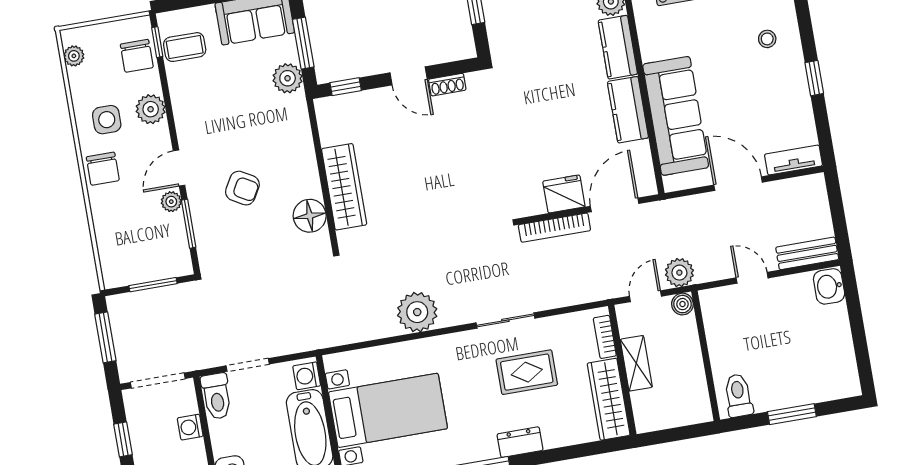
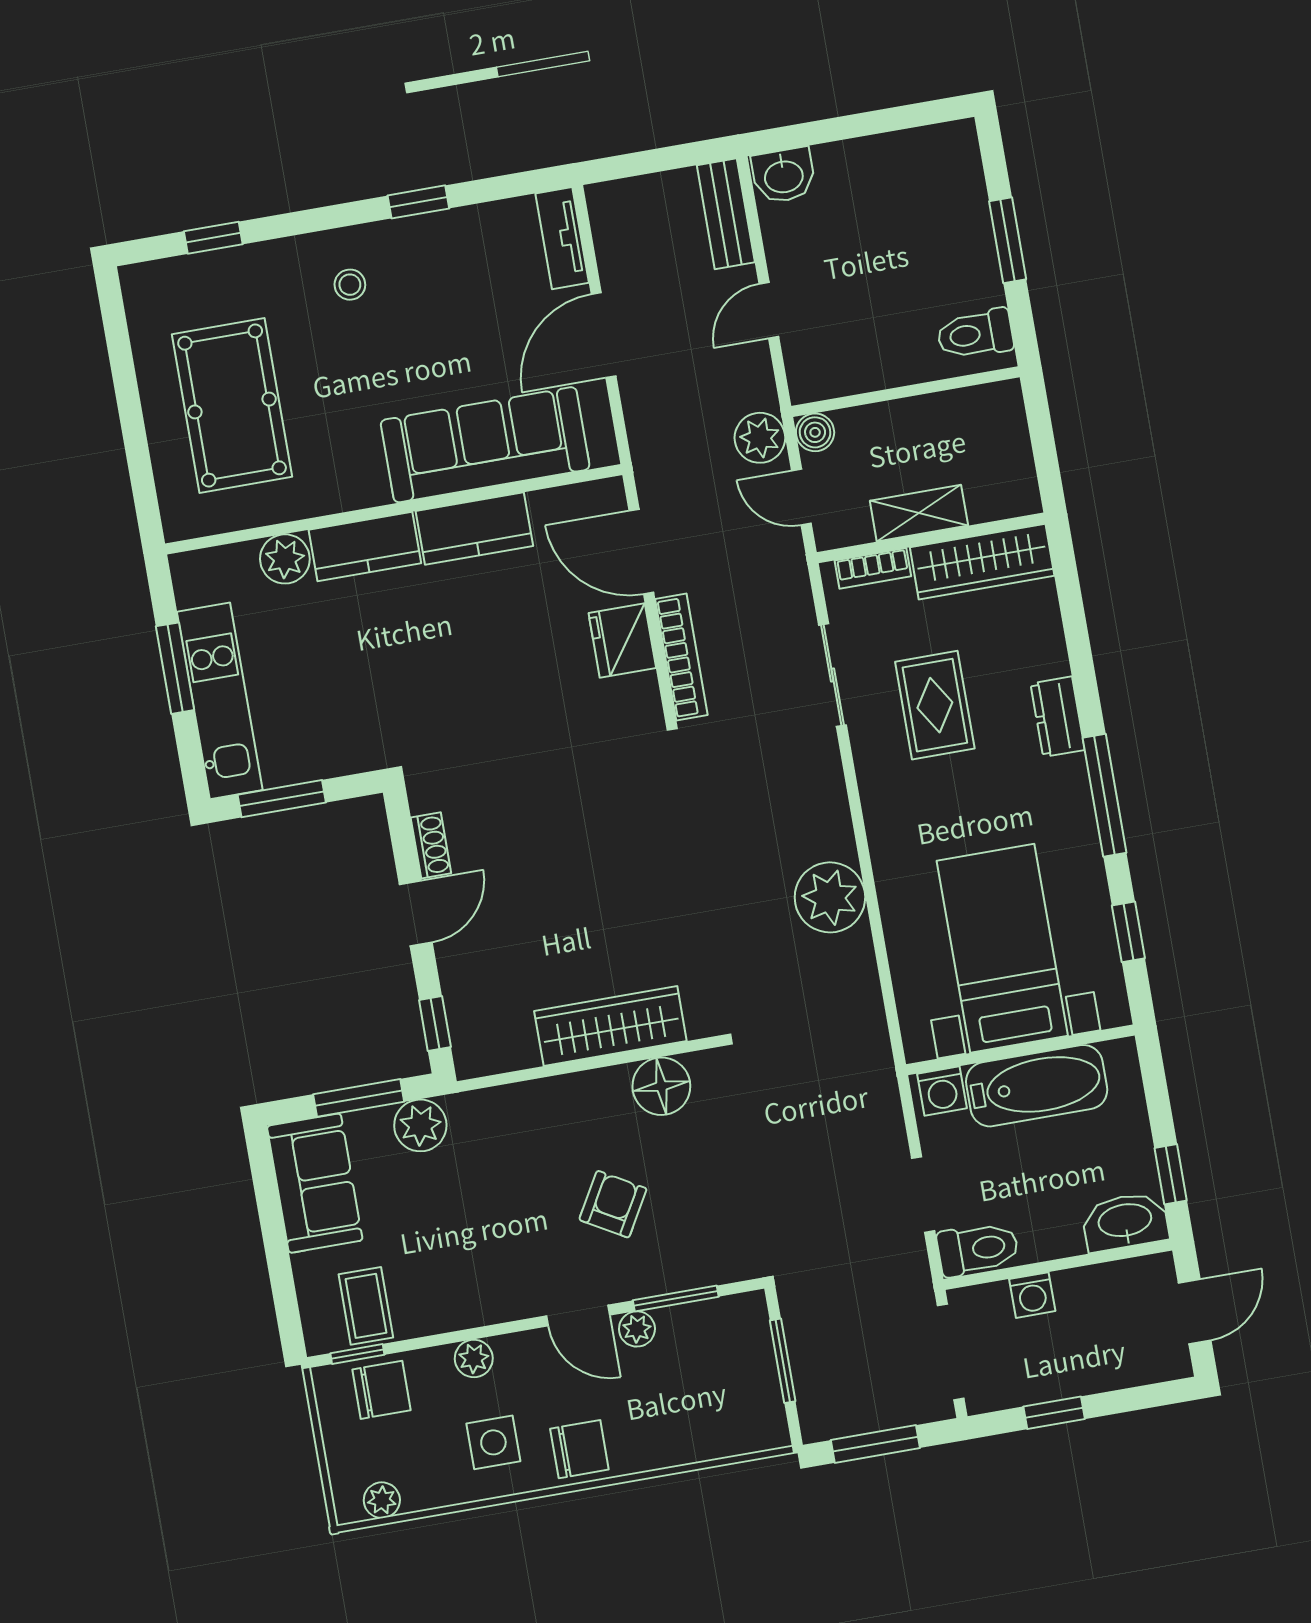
plant: (151, 109) -> (474, 1358), width x0.73, depth x0.73
sliding door: (505, 320) -> (832, 675), moved

